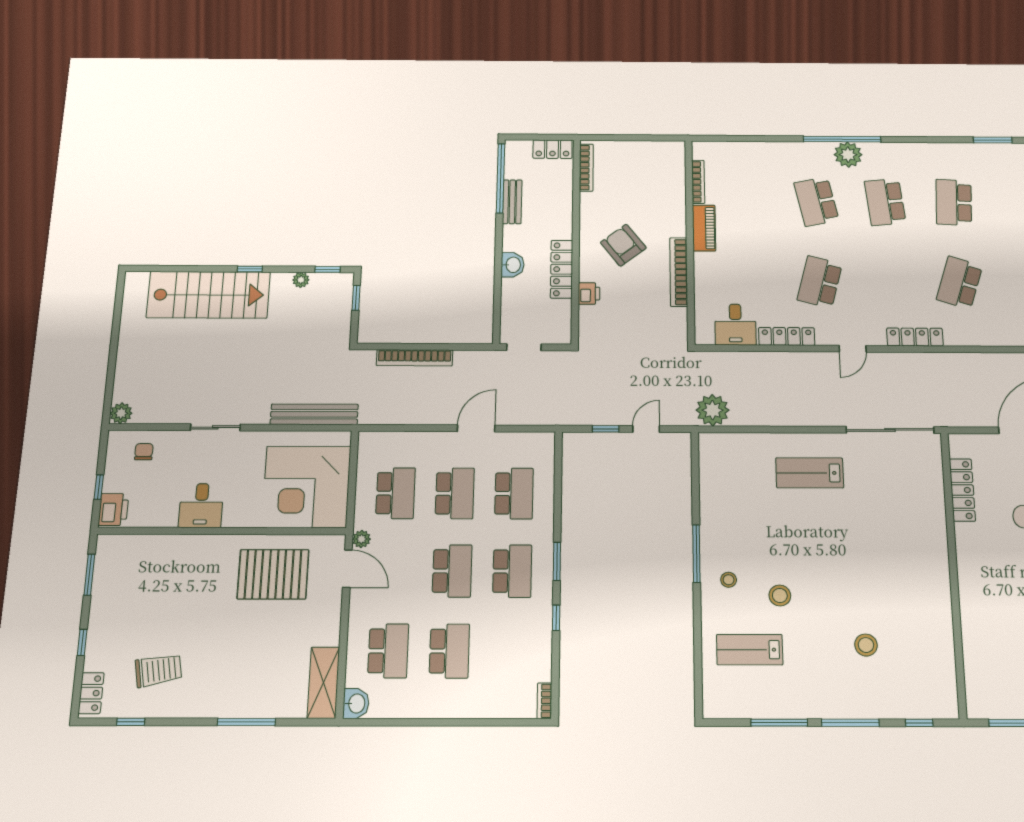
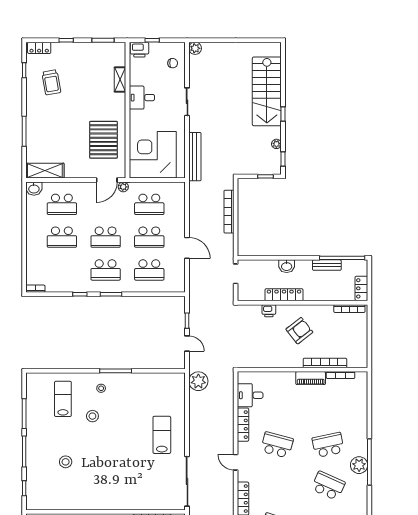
school desk: (885, 202) -> (328, 486), turned 30
bookcase: (679, 272) -> (325, 363), moved
shelving: (165, 544) -> (120, 80), added

